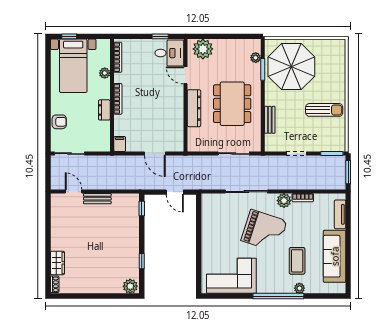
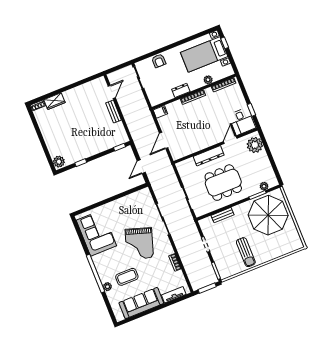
plant: (284, 201) -> (167, 249), removed

